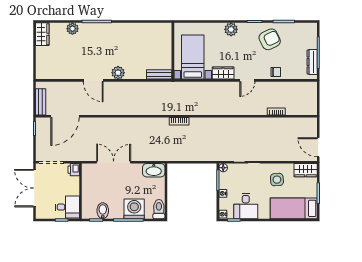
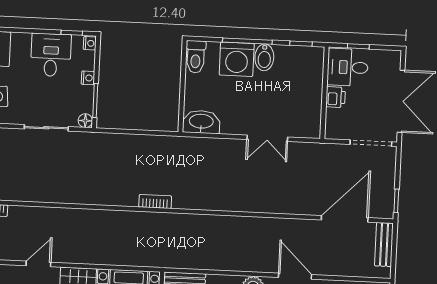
double door: (114, 162) -> (267, 138), width x0.73
printer: (74, 170) -> (336, 97), moved
bidet: (103, 211) -> (264, 57), moved

